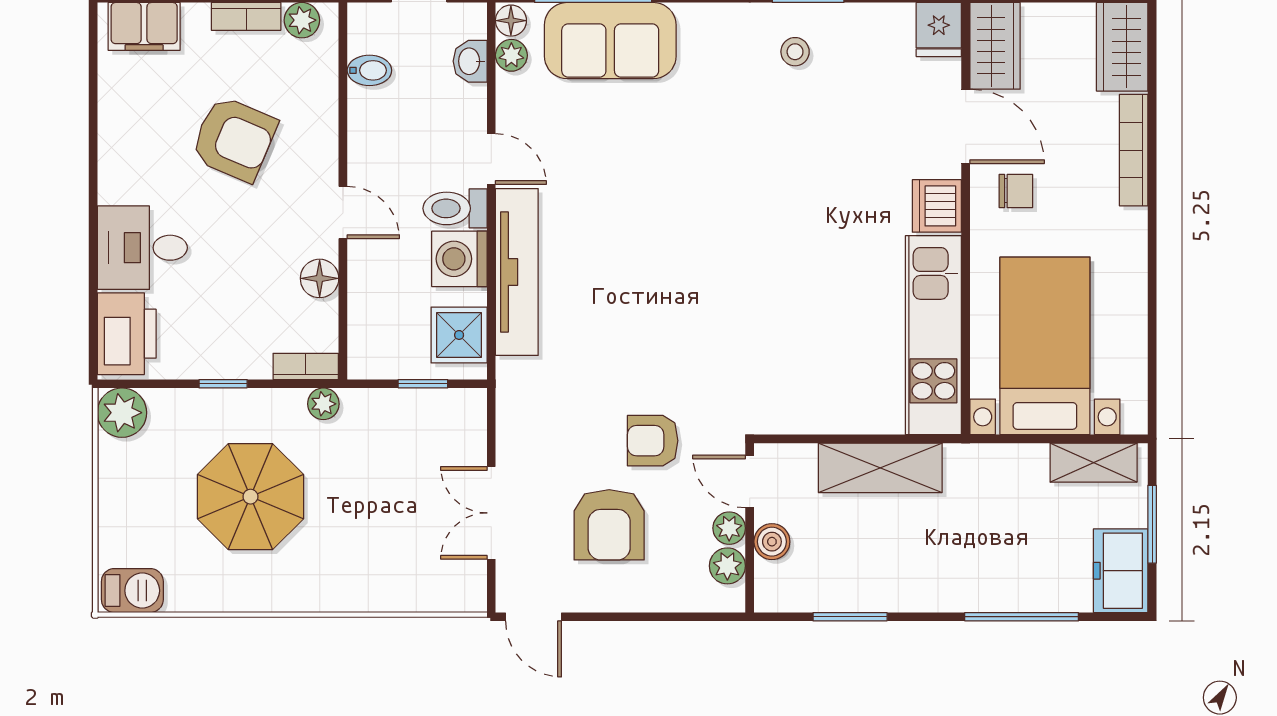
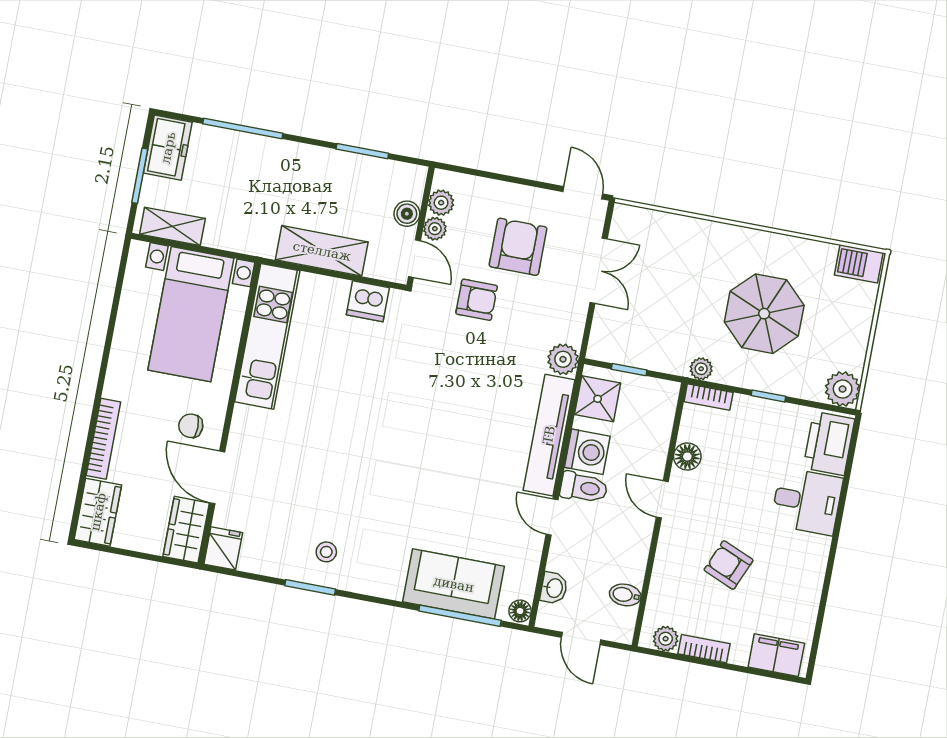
plant: (511, 55) -> (563, 359), moved, width x1.38, depth x1.38
armchair: (234, 139) -> (729, 565), width x0.72, depth x0.72
dishwasher: (937, 206) -> (368, 301), moved, turned 90

